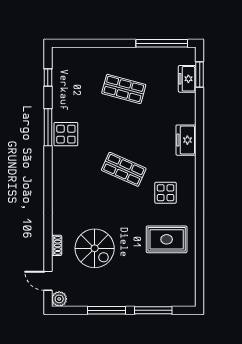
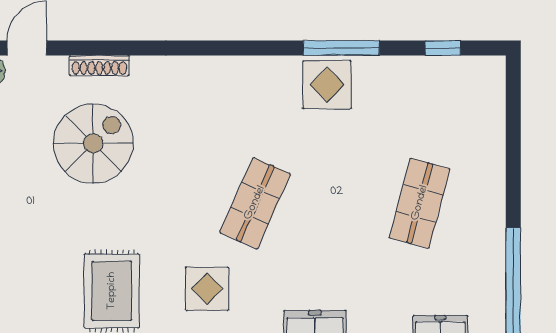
shoe rack: (57, 245) -> (99, 66), width x1.43
spiral stairs: (95, 248) -> (93, 144), turned 180

